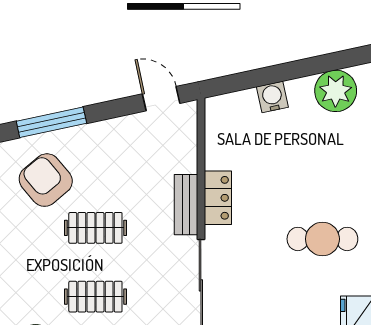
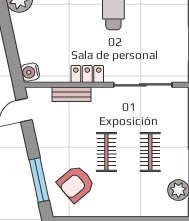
water cooler: (272, 97) -> (30, 72), moved
bench: (186, 205) -> (71, 94), moved

